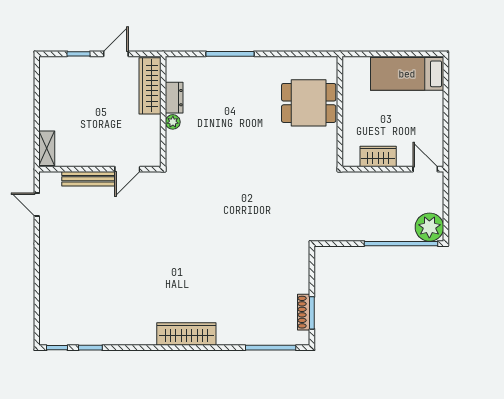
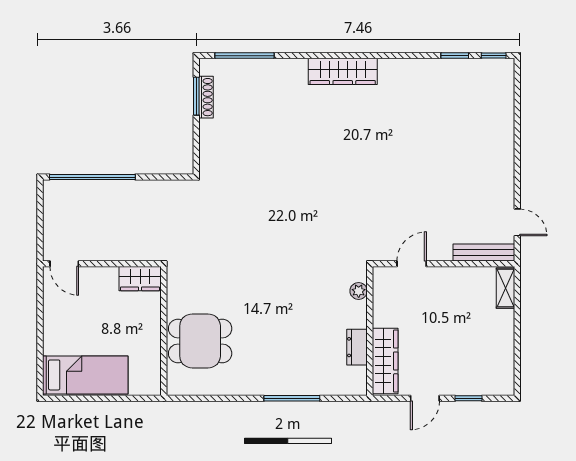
plant: (173, 122) -> (359, 291), moved
wardrobe: (378, 156) -> (140, 279), moved
bench: (88, 179) -> (484, 253), moved
plant: (429, 227) -> (59, 196), removed

